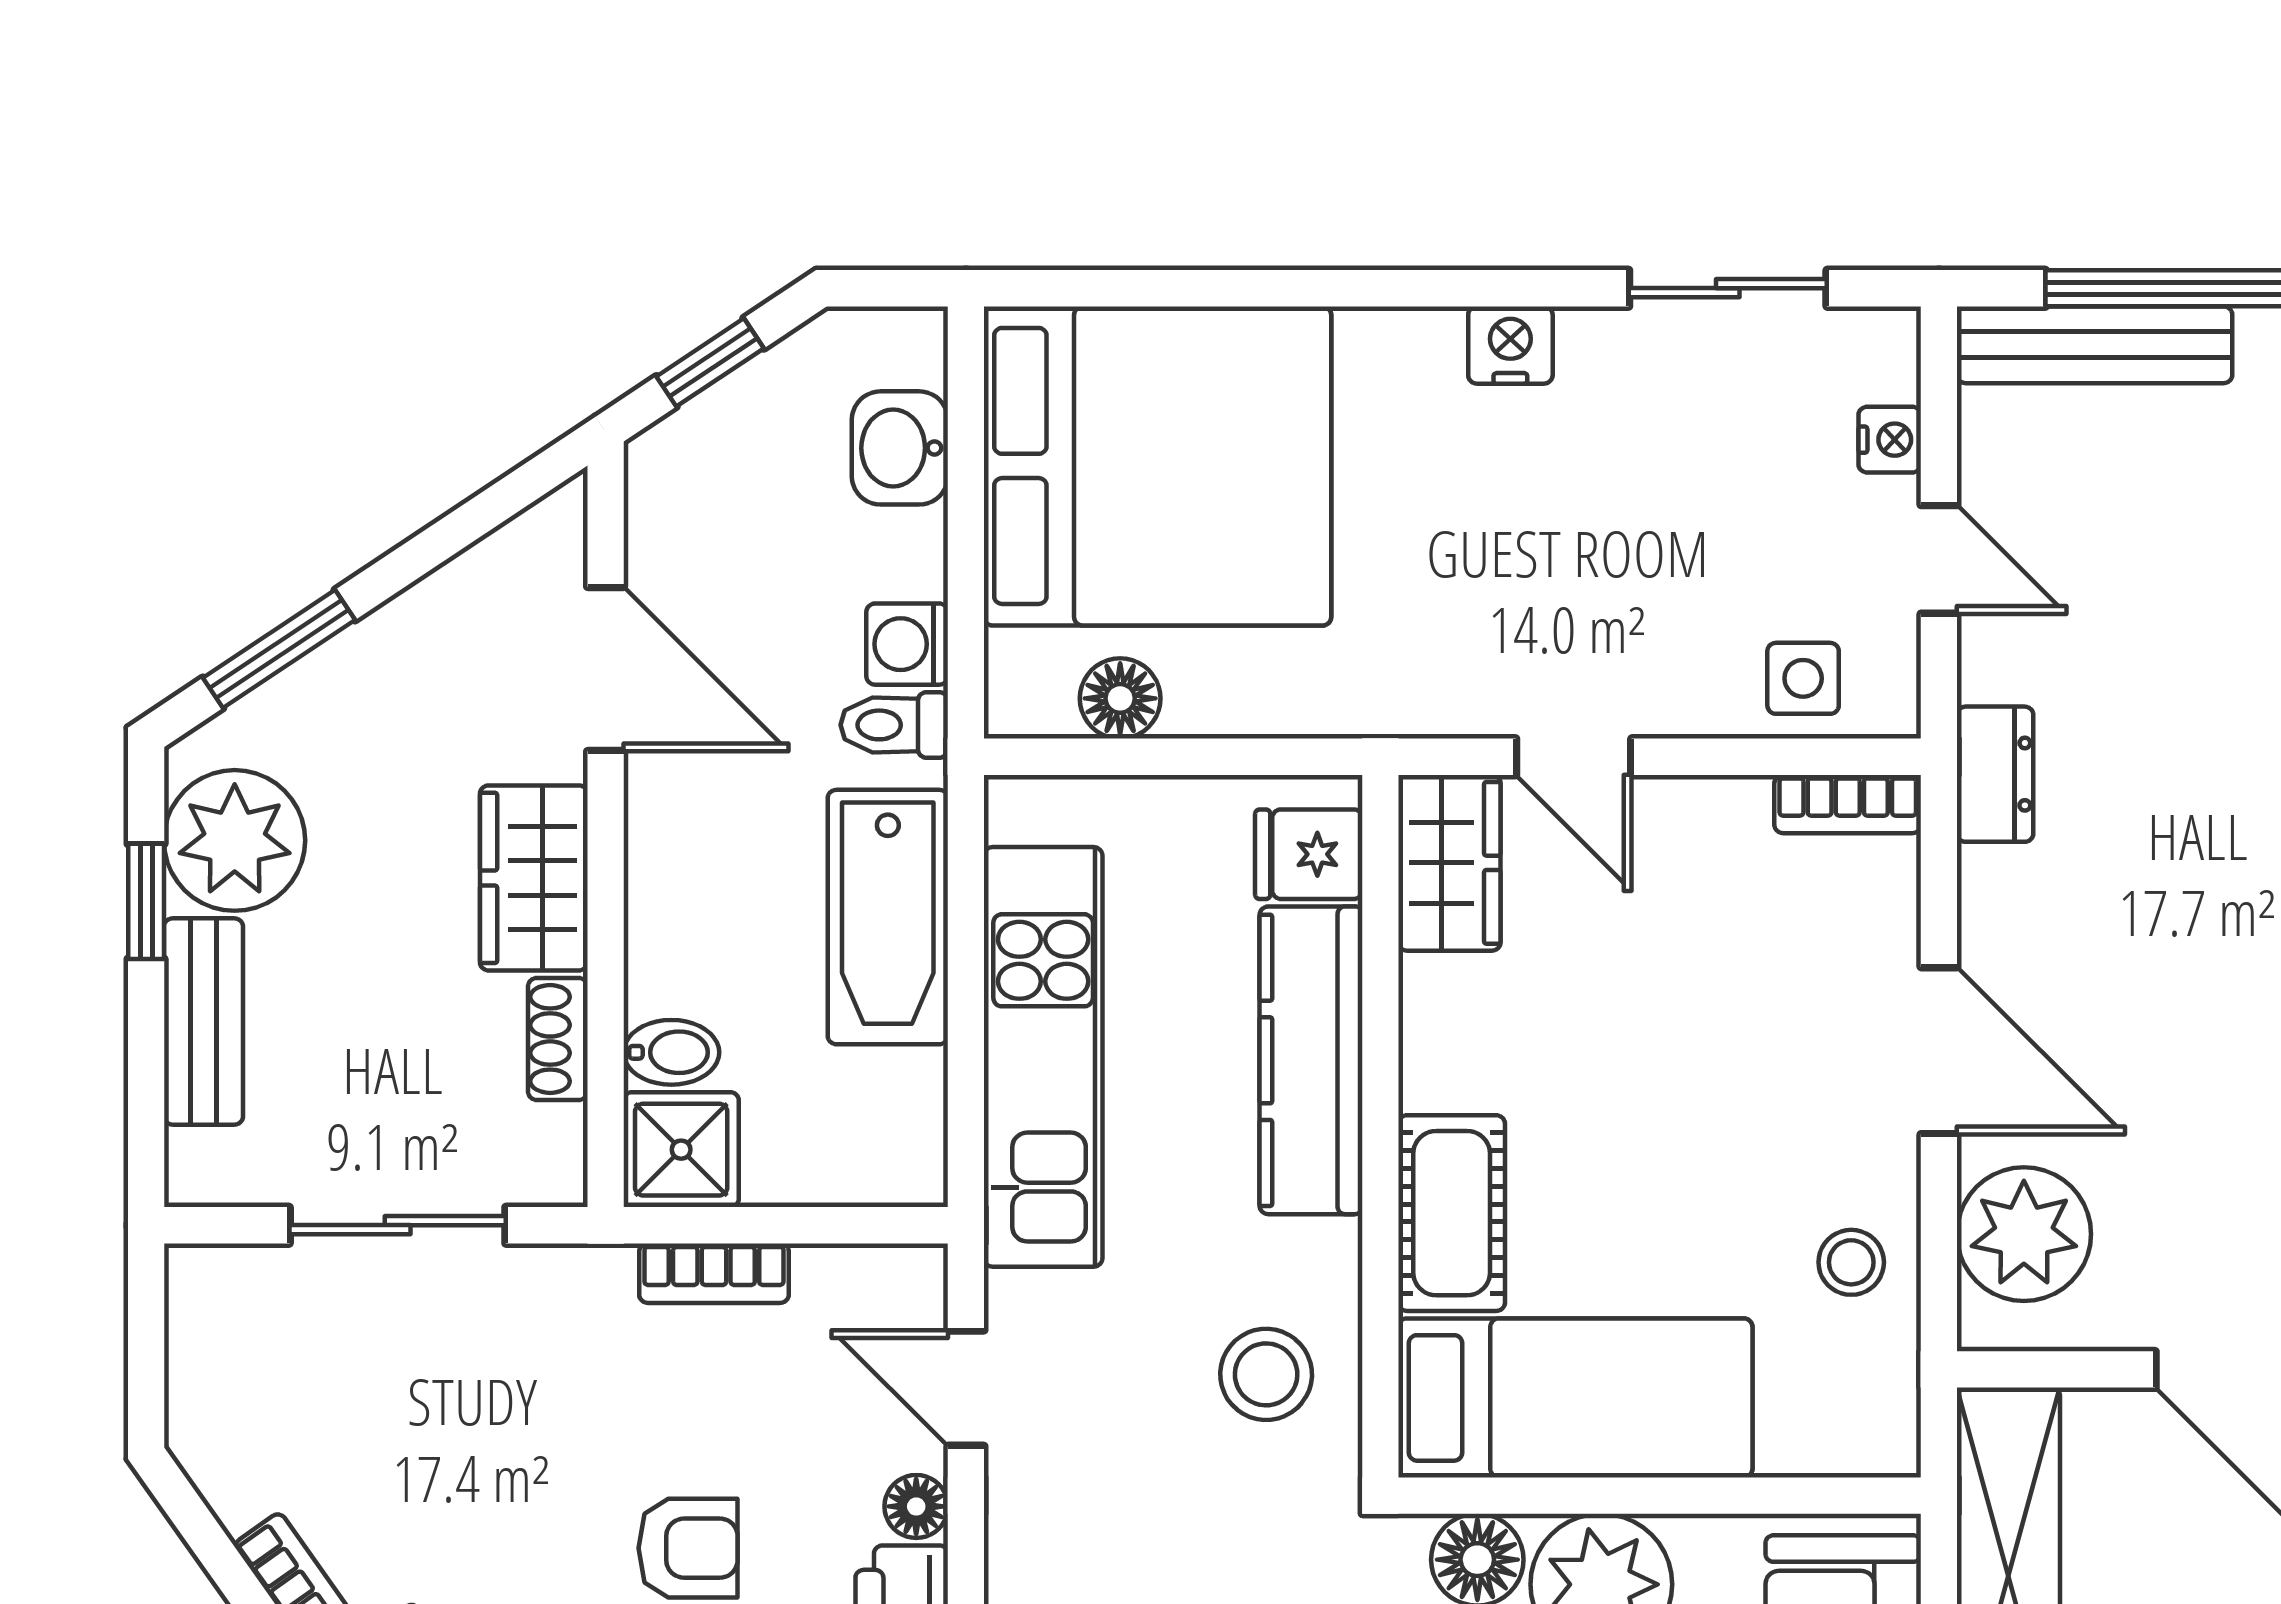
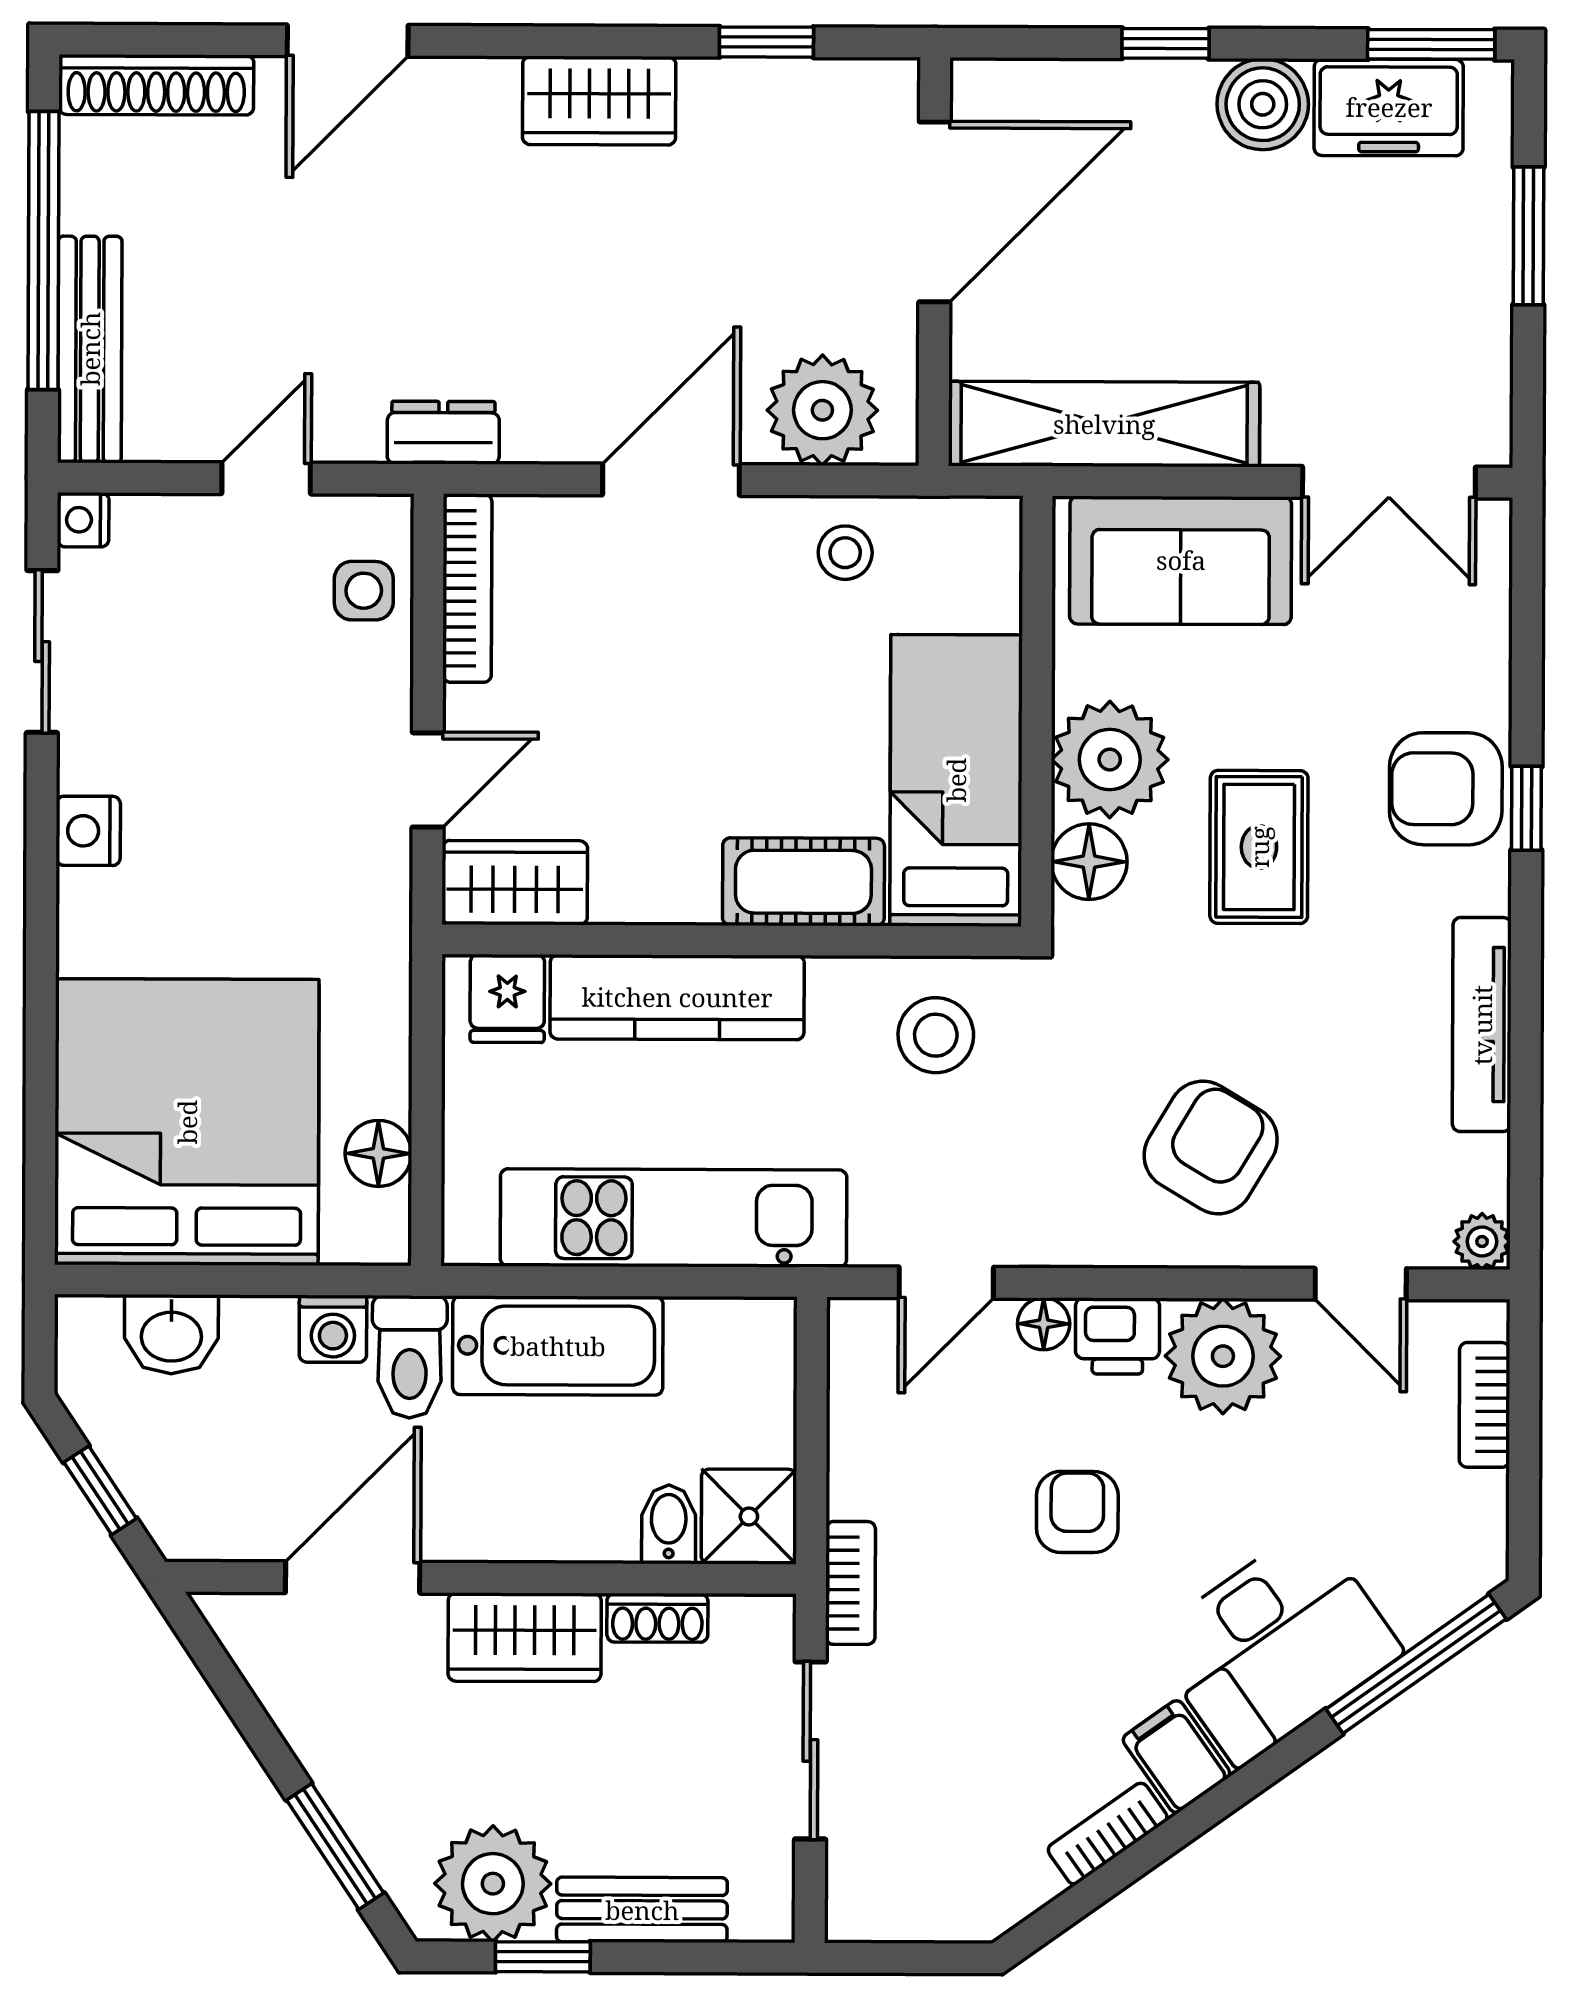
nightstand: (1890, 440) -> (83, 520), moved, turned -90
toilet: (894, 725) -> (410, 1357), width x1.37, depth x1.39
bookcase: (1848, 804) -> (467, 588), width x1.56
bookcase: (714, 1273) -> (850, 1583), moved

